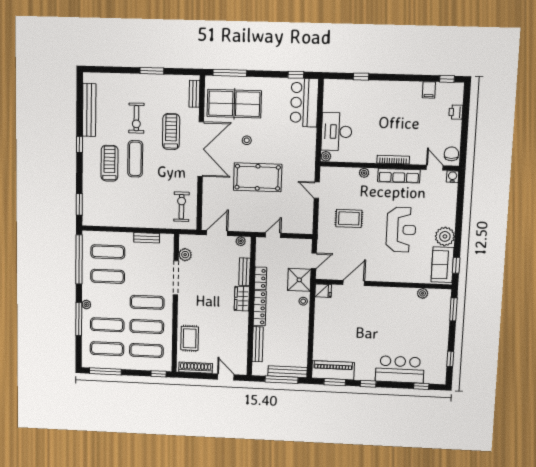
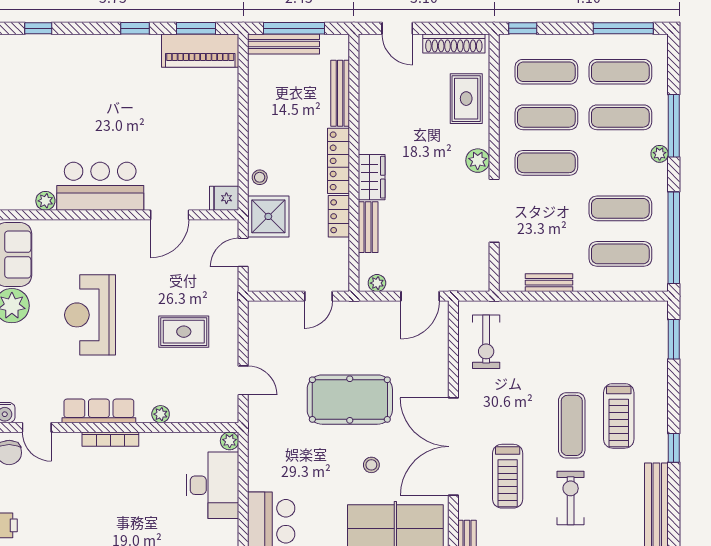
plant: (185, 255) -> (478, 161), moved
bar counter: (400, 369) -> (100, 186), moved, turned 180

